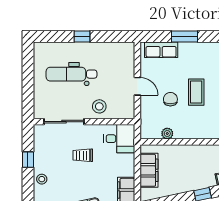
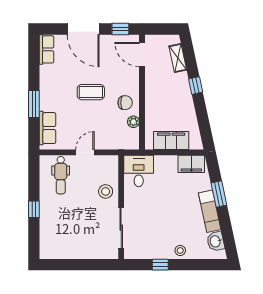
dental chair: (71, 74) -> (61, 175), moved, width x0.73, depth x0.72
chair: (170, 99) -> (125, 103), moved, turned 180
trolley: (83, 155) -> (156, 208), removed

